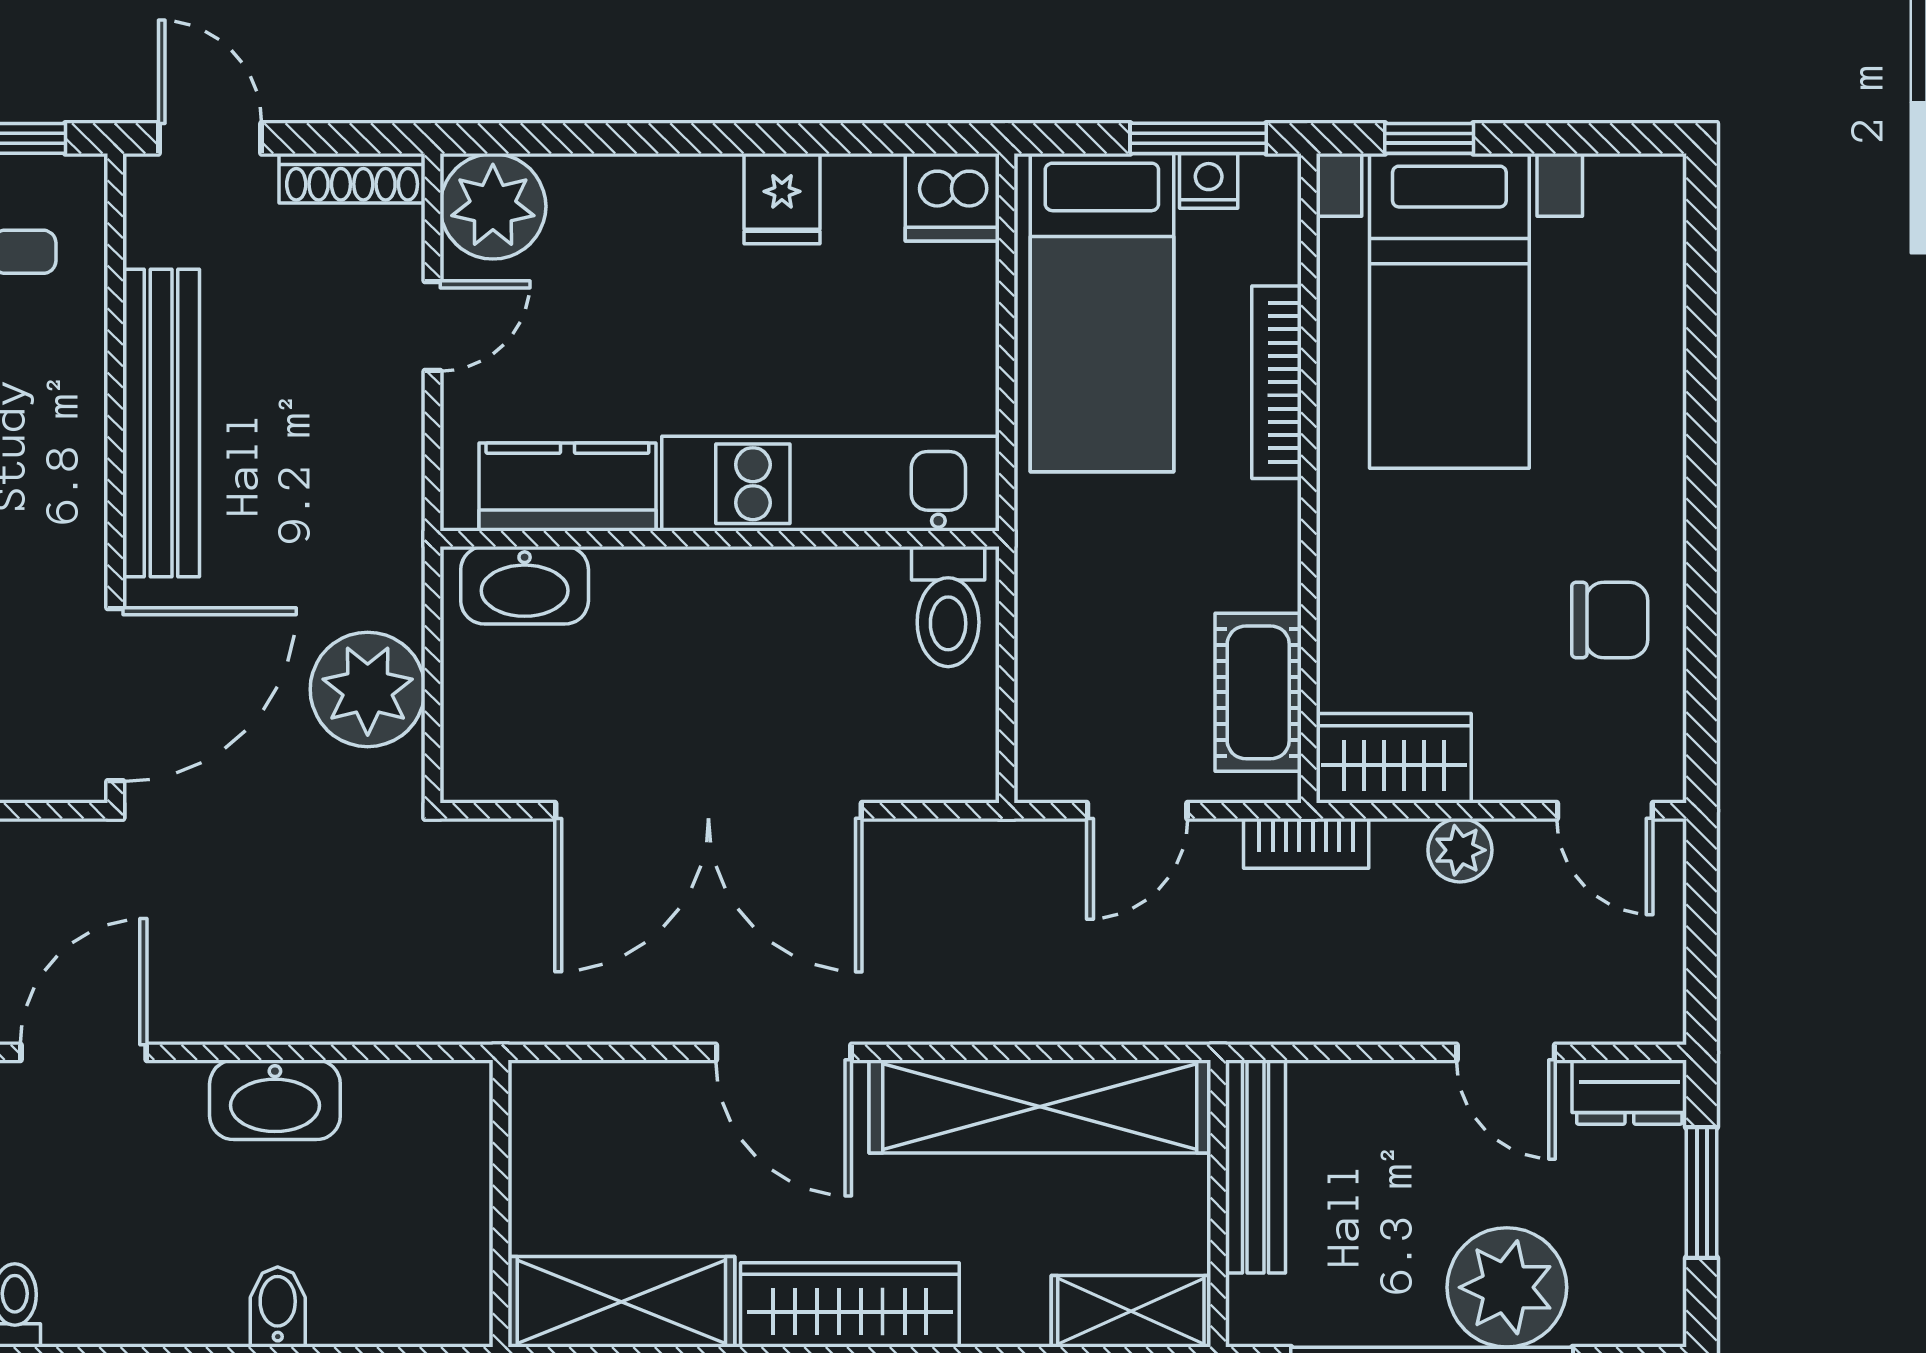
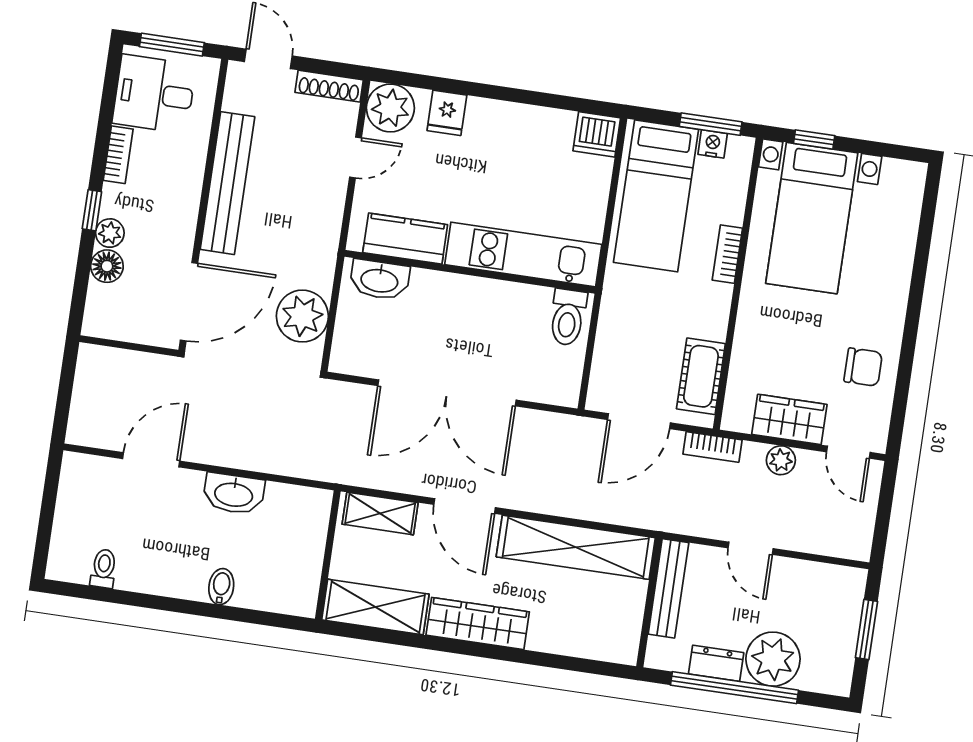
fridge: (782, 199) -> (447, 113), moved
bookcase: (1277, 382) -> (727, 254), width x0.64
wardrobe: (1394, 758) -> (789, 419), moved
door: (1137, 811) -> (639, 421), width x1.38
door: (1506, 1052) -> (751, 548), moved
dresser: (1629, 1092) -> (716, 663), moved, turned 180
shelving: (1131, 1311) -> (380, 513), moved

